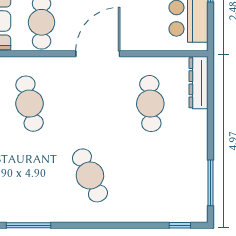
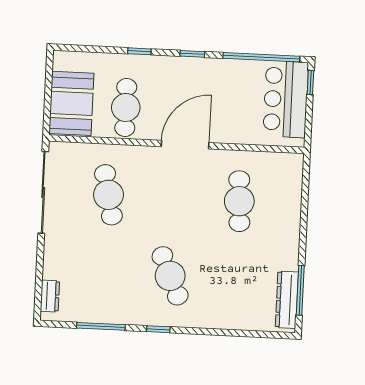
dresser: (199, 83) -> (287, 300), moved
window: (180, 225) -> (158, 329), moved

